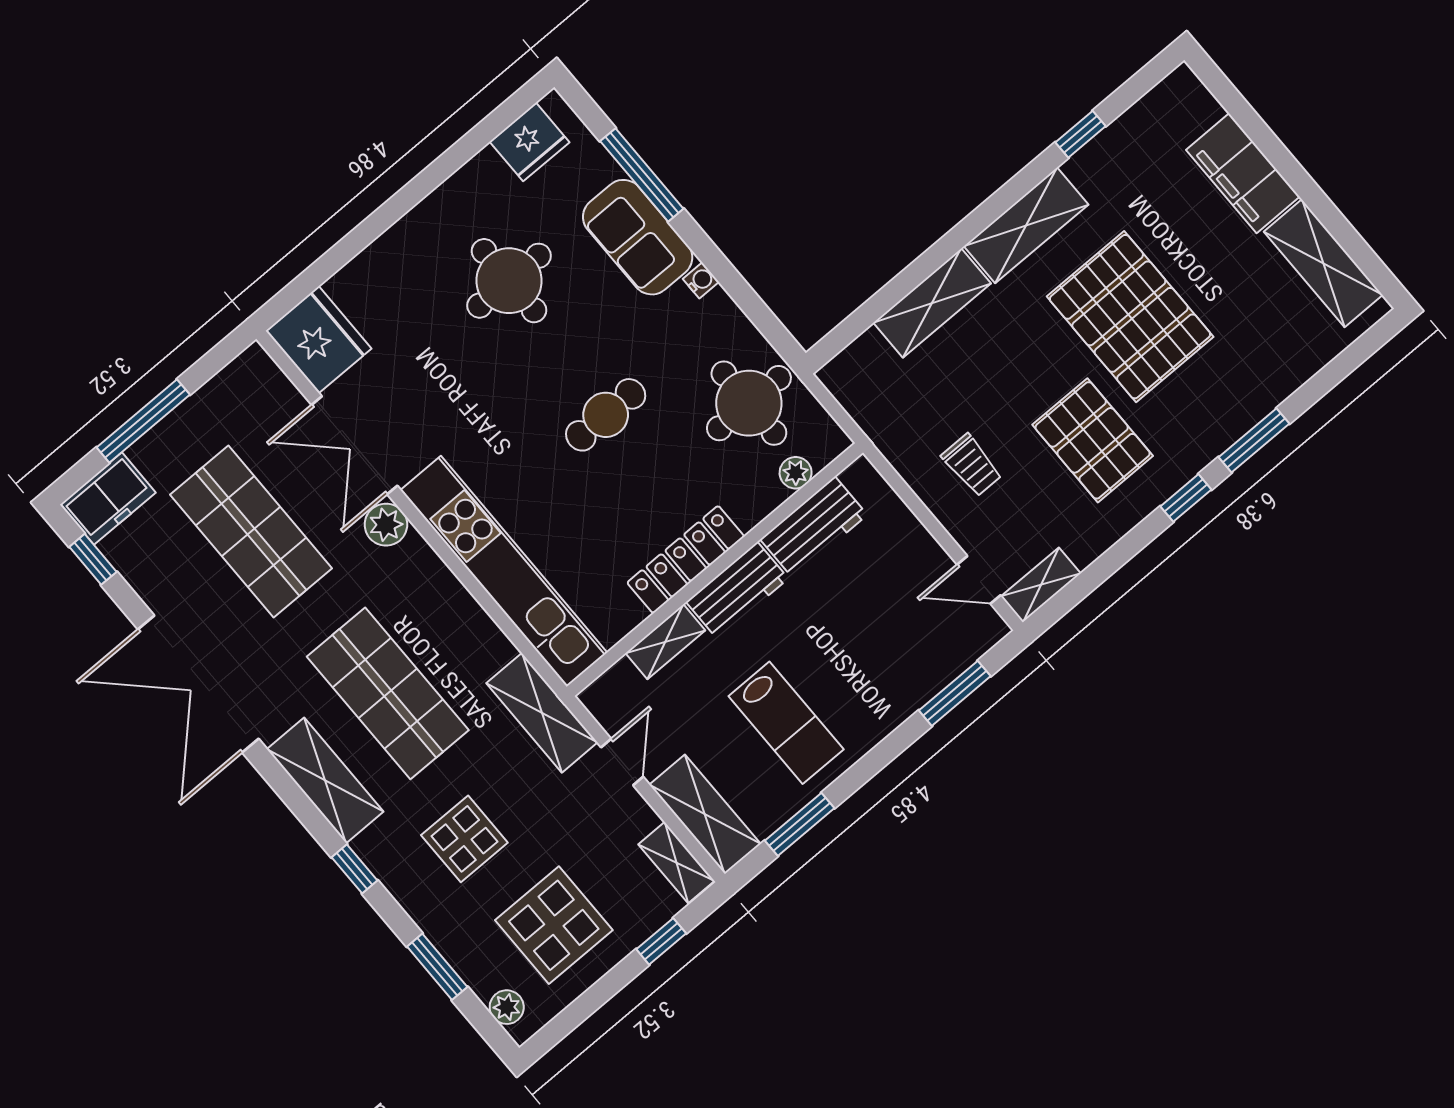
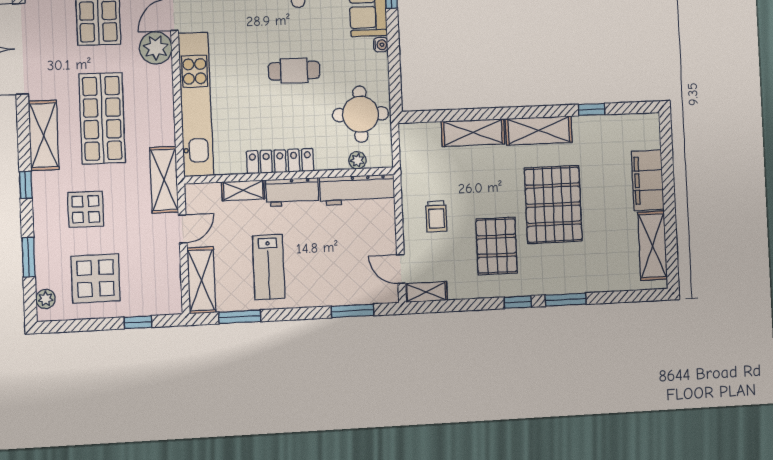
plant: (386, 525) -> (156, 48), width x1.36, depth x1.36
workbench: (814, 527) -> (357, 190), width x1.38
shelving: (676, 863) -> (172, 292), removed

